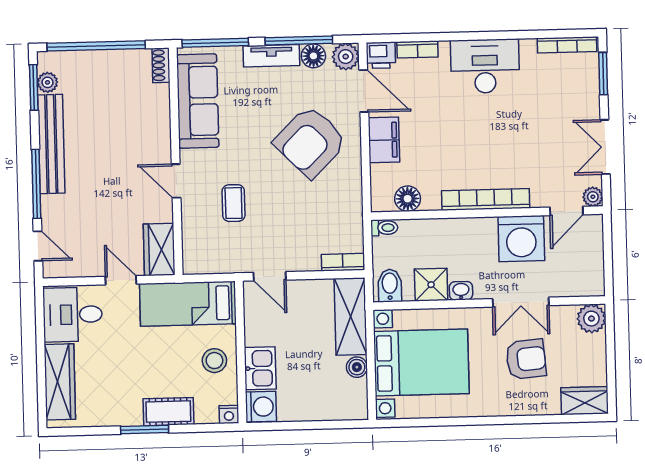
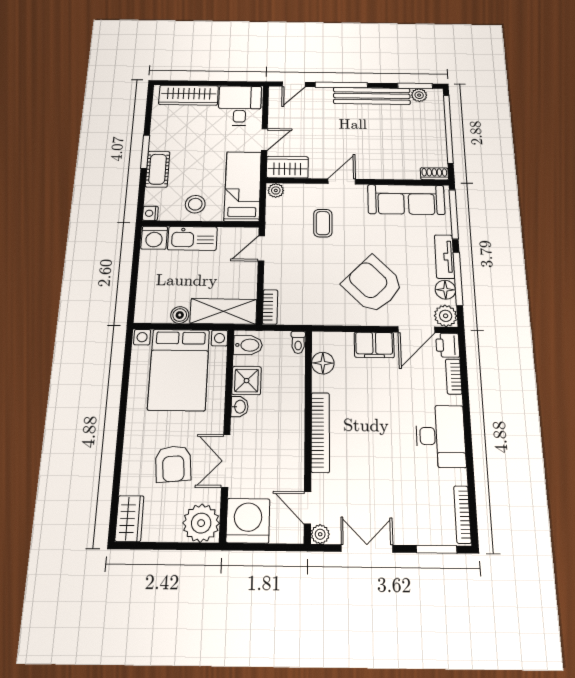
coffee table: (234, 203) -> (323, 223), turned 90
washing machine: (521, 239) -> (248, 521), moved, turned 90
plant: (192, 262) -> (276, 190), added
plant: (591, 319) -> (201, 523), width x1.36, depth x1.36
kitchen sink: (260, 368) -> (192, 238), width x1.38

